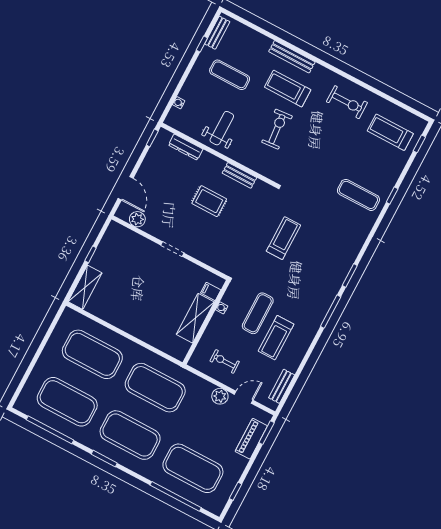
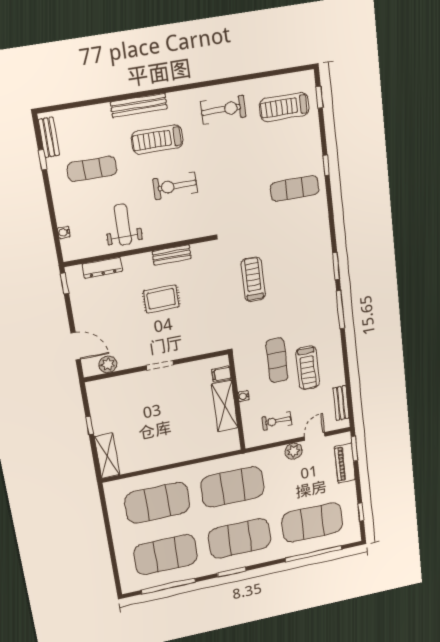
exercise bike: (277, 129) -> (175, 186), turned -85
water cooler: (222, 308) -> (244, 396), moved

